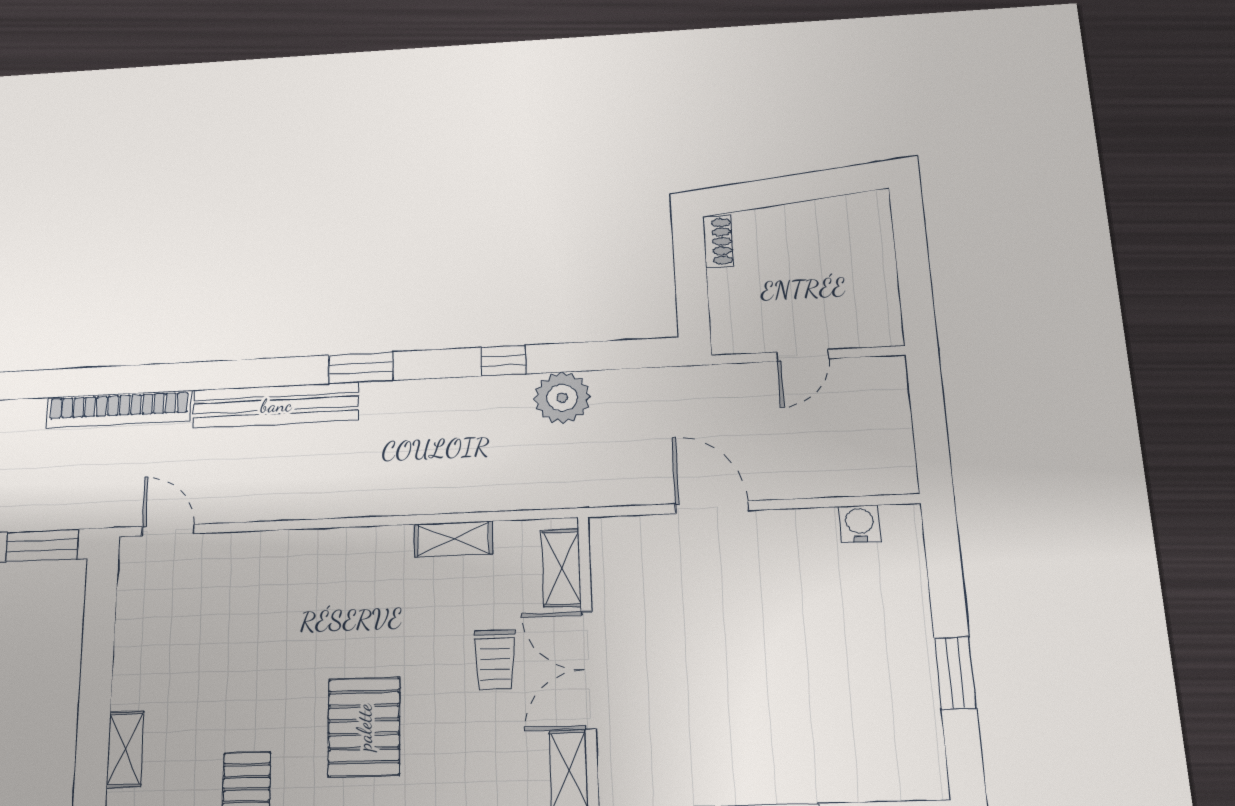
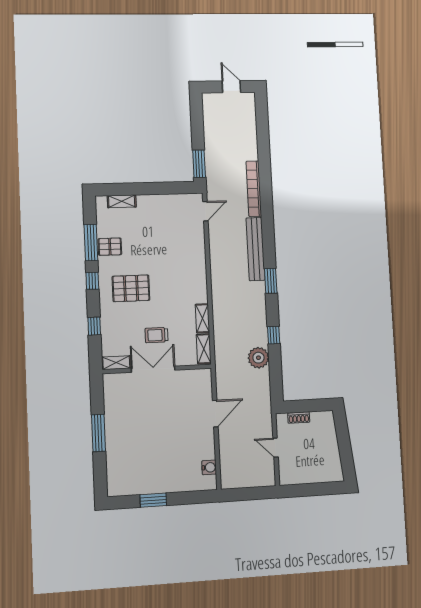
shoe rack: (718, 241) -> (299, 418), moved
shelving: (562, 568) -> (204, 349), moved, turned 90

